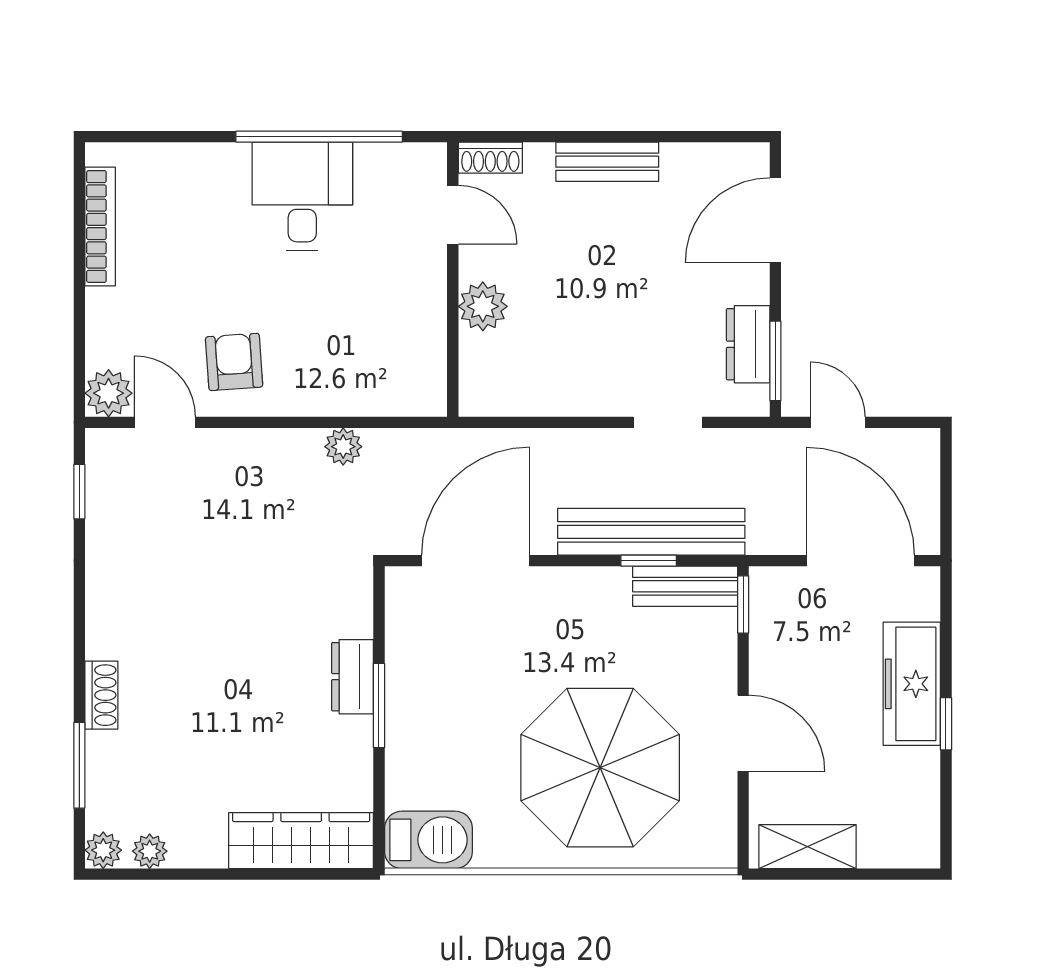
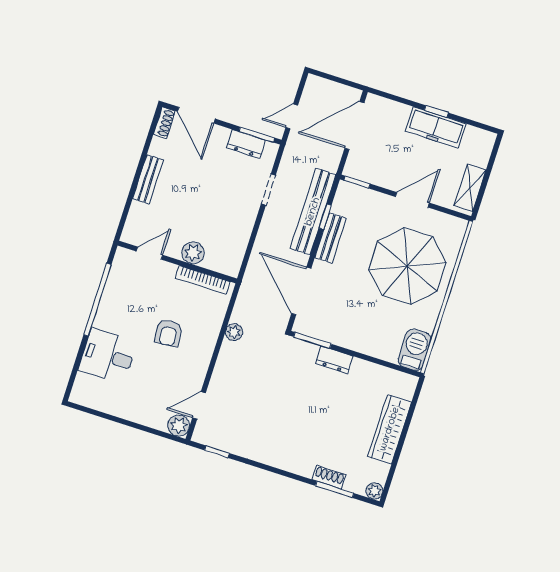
shoe rack: (490, 158) -> (164, 123), moved
desk: (302, 196) -> (108, 356), moved
bookcase: (100, 226) -> (203, 280), moved, turned 180
armchair: (234, 362) -> (169, 333), moved, turned -91
bench: (685, 586) -> (330, 238), moved
freezer: (912, 684) -> (436, 127), moved
shoe rack: (101, 695) -> (329, 477), moved
window: (379, 706) -> (312, 340), moved
wardrobe: (301, 841) -> (390, 429), moved
plant: (150, 851) -> (381, 471), removed

